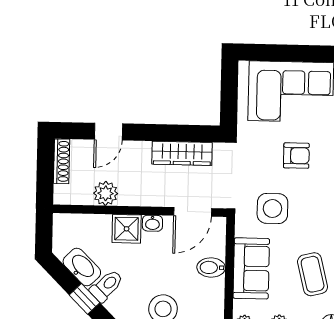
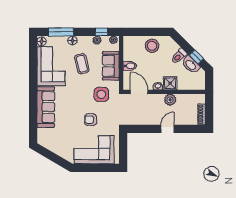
door: (108, 132) -> (168, 129), moved
wardrobe: (182, 153) -> (145, 119), removed
plant: (106, 193) -> (170, 100), moved
door: (193, 212) -> (139, 92), hinge flipped
window: (84, 299) -> (196, 57), moved

